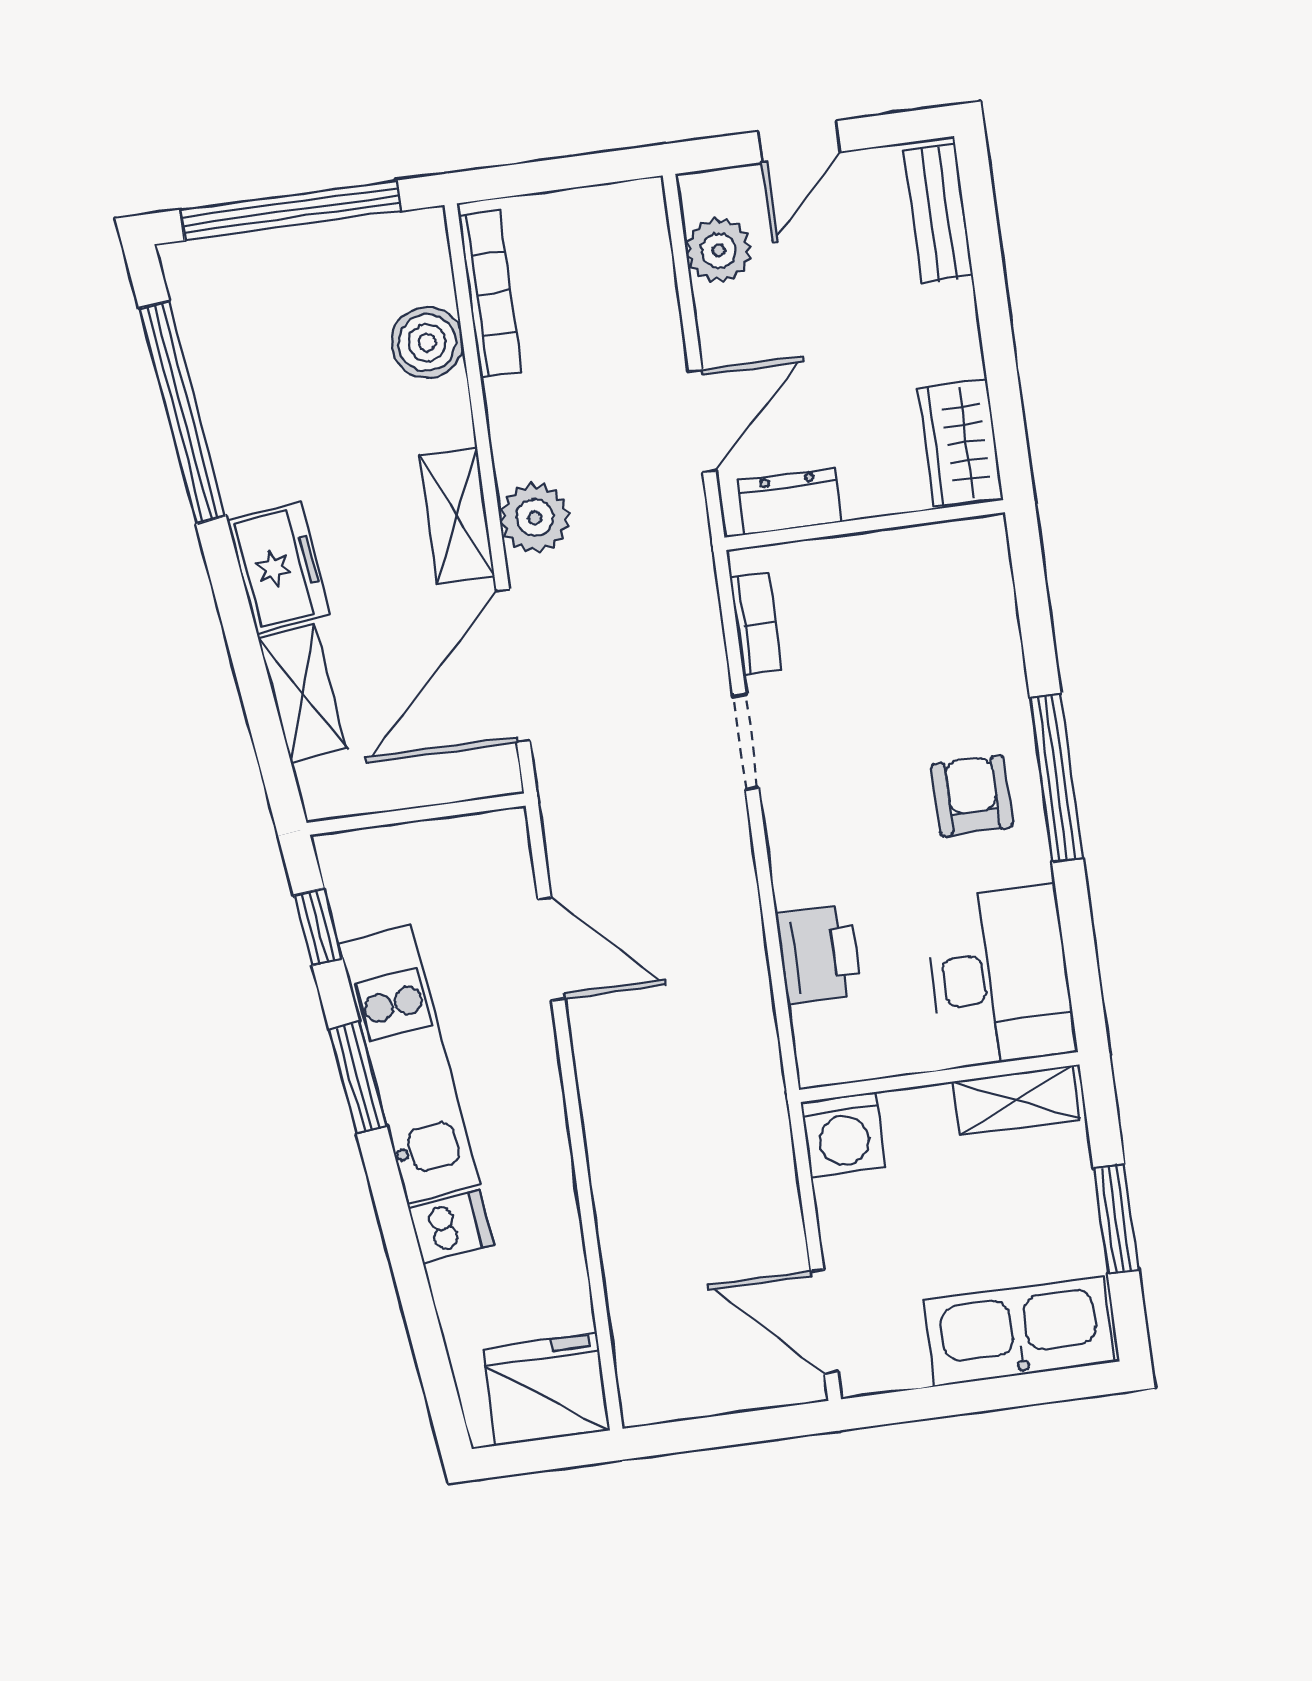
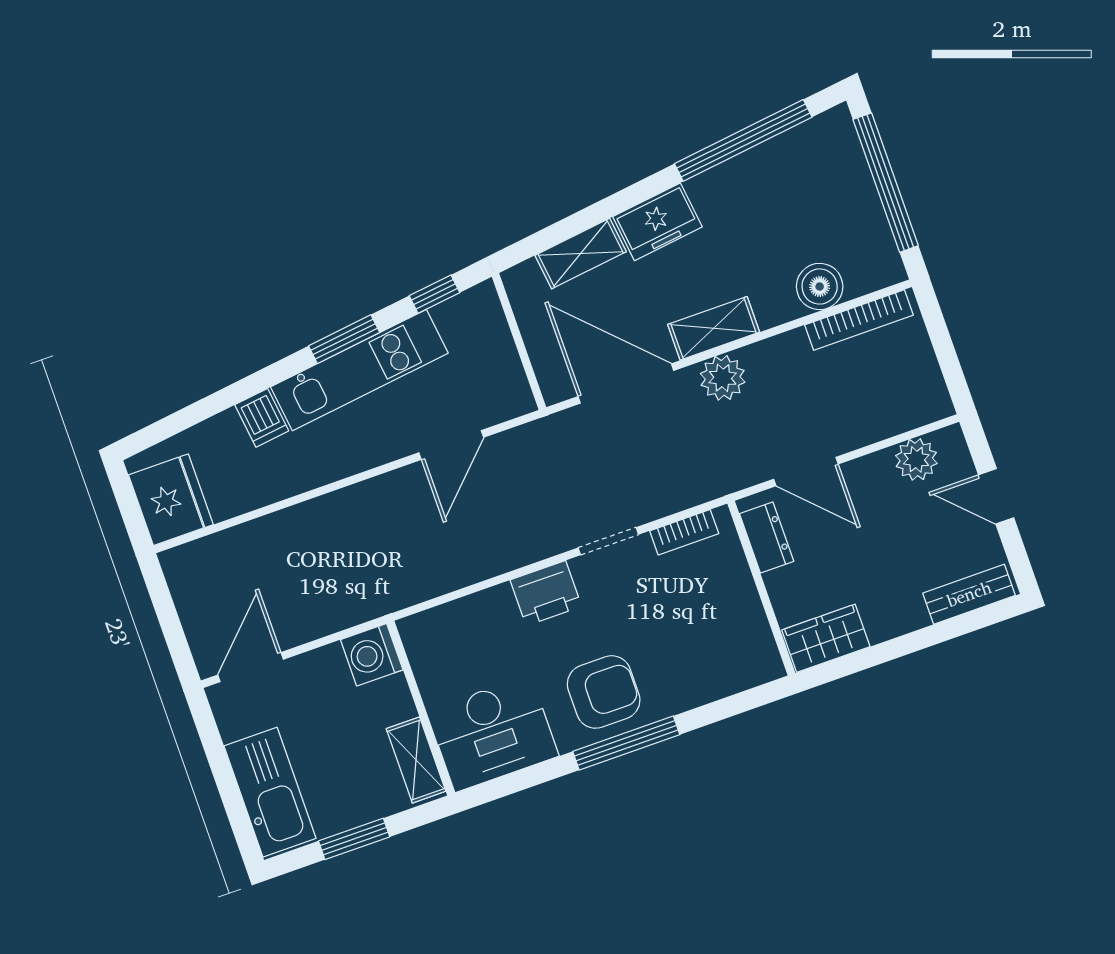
armchair: (972, 796) -> (604, 692), width x1.38, depth x1.38
printer: (819, 955) -> (546, 593), moved

